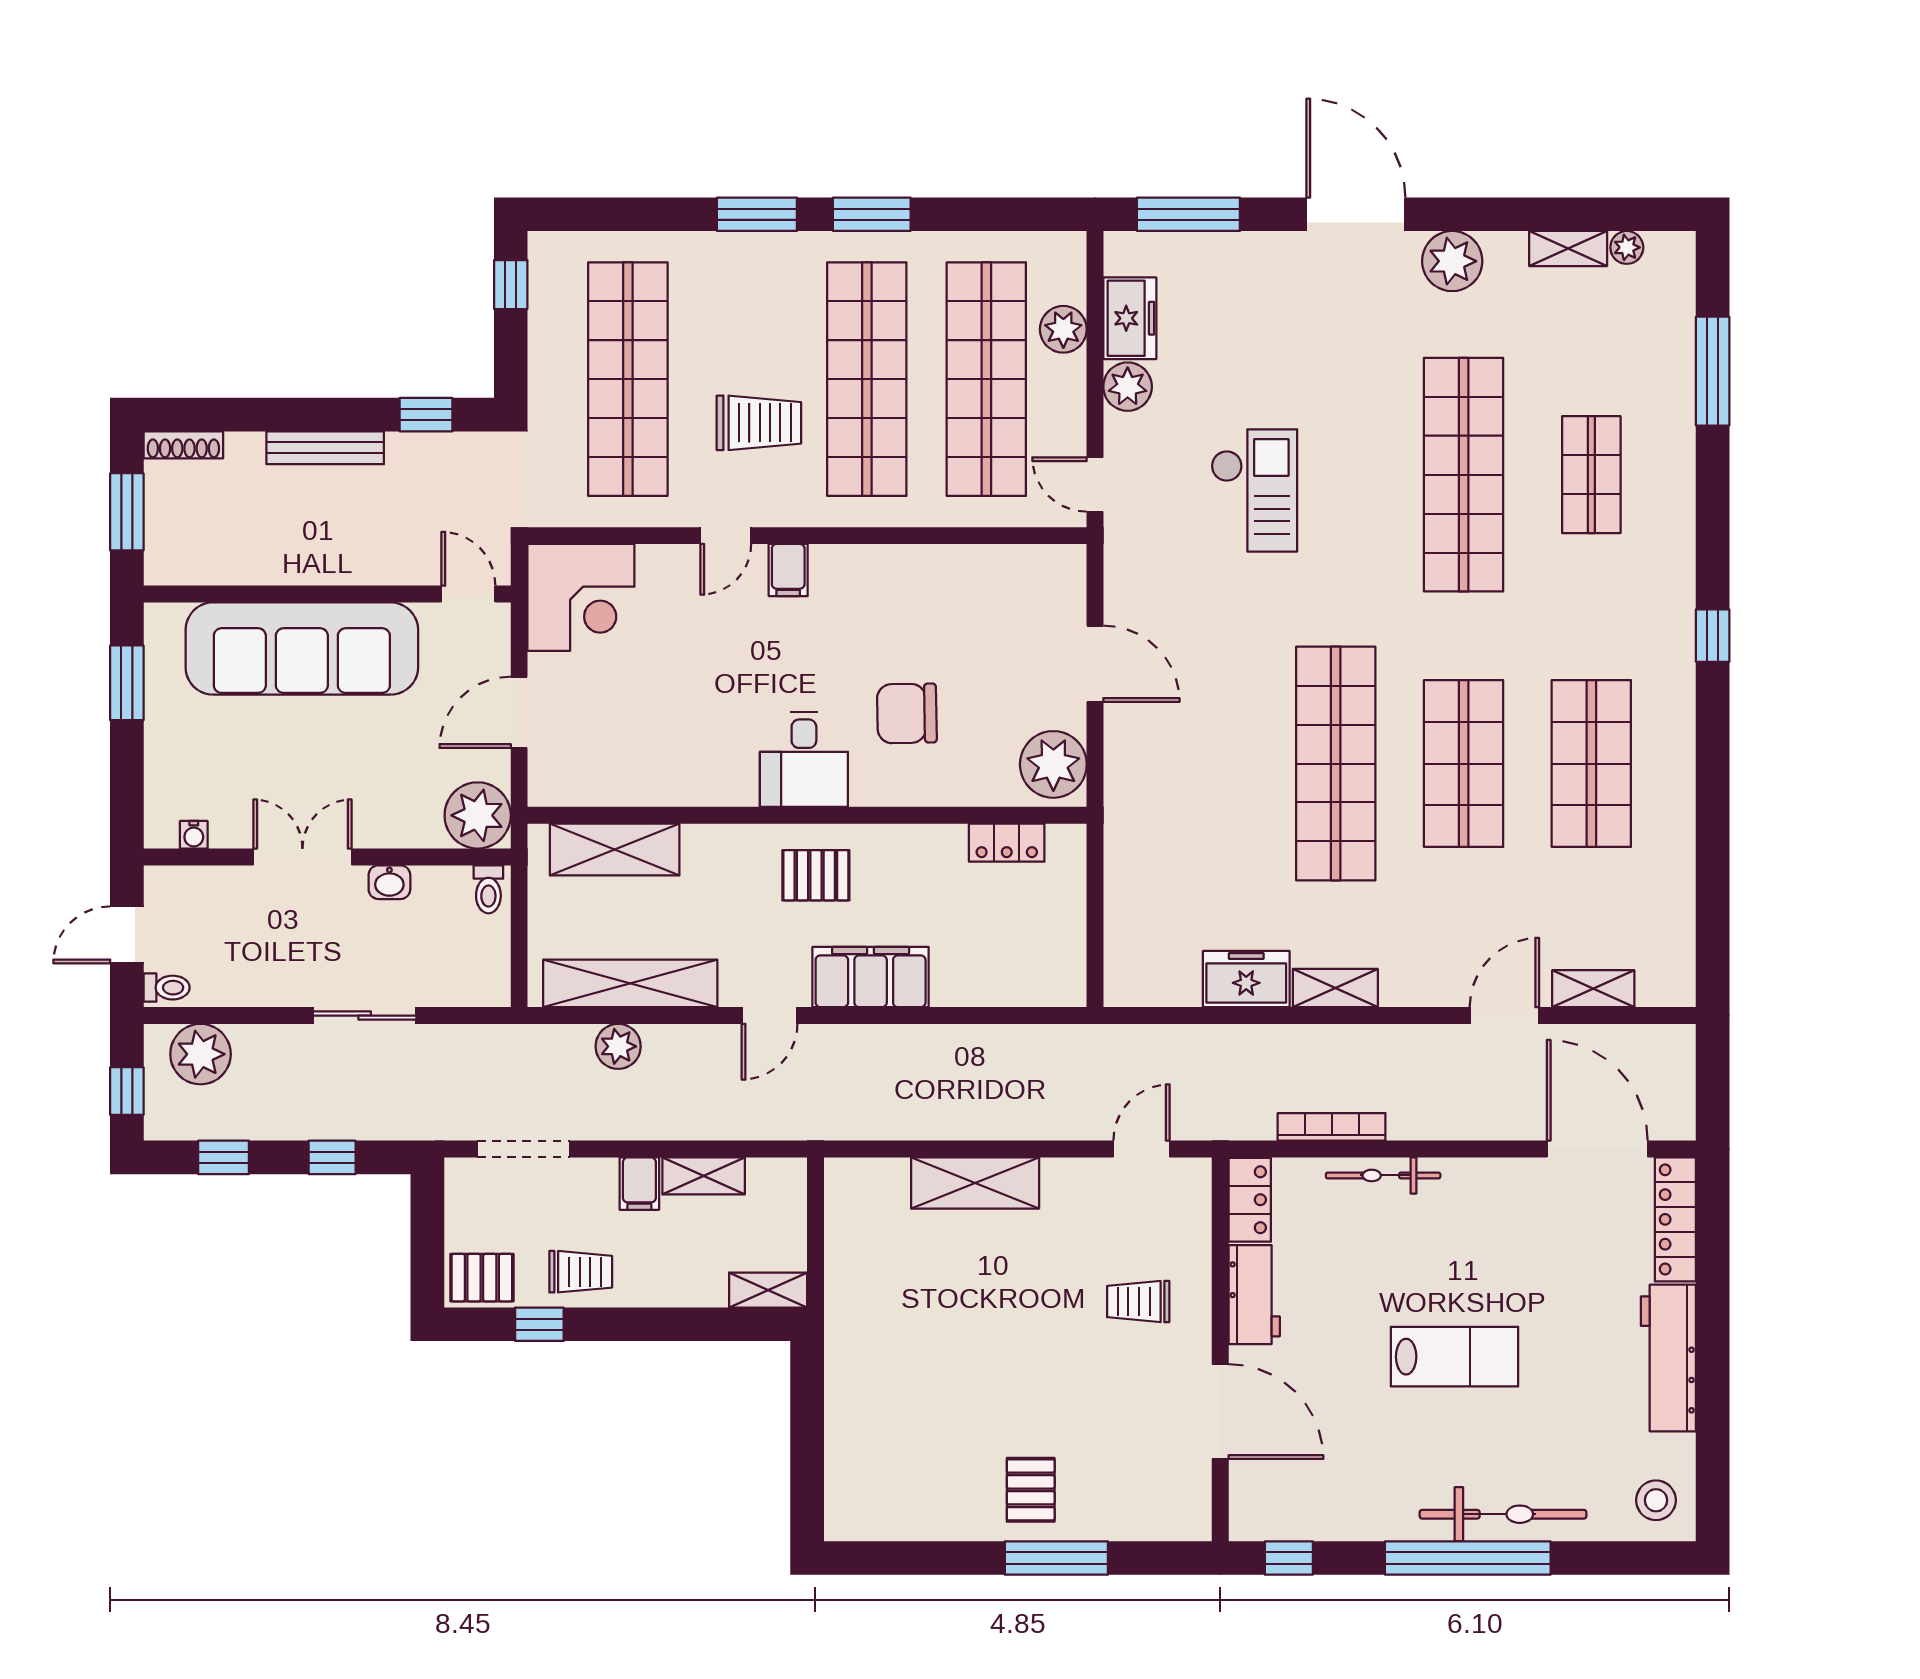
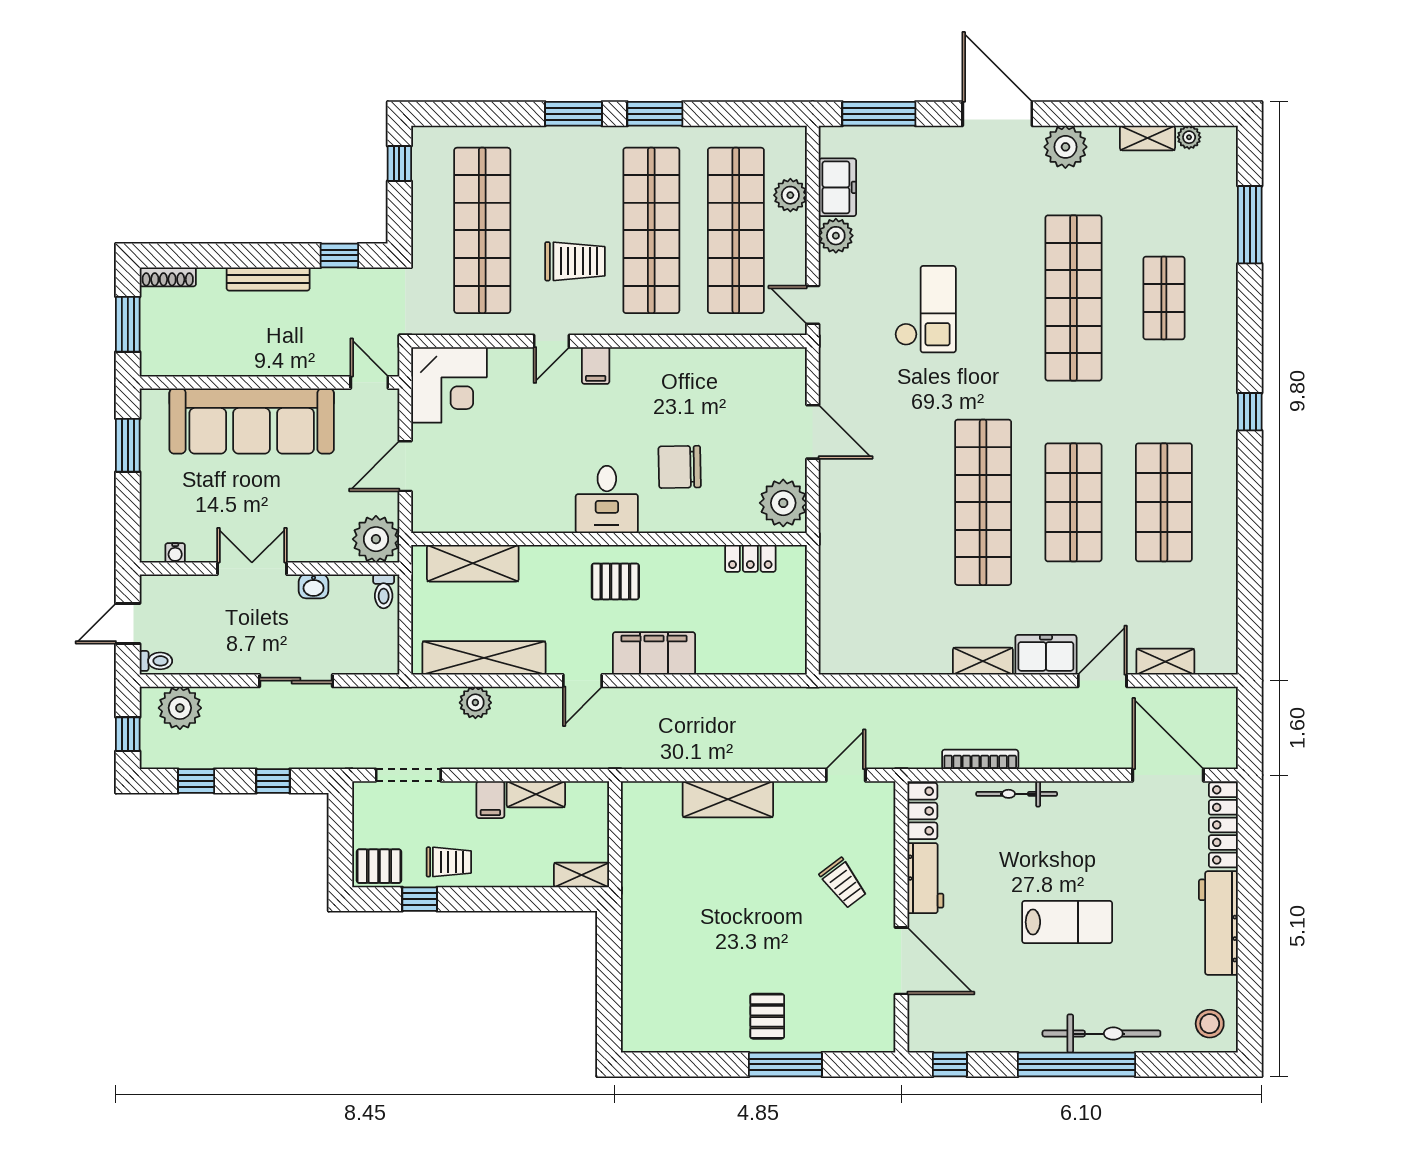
freezer: (1246, 979) -> (1046, 655), moved
trolley: (1138, 1302) -> (843, 883), turned -127

